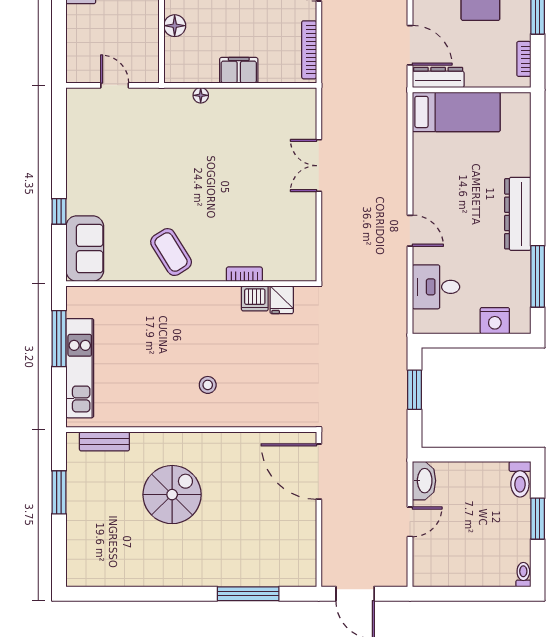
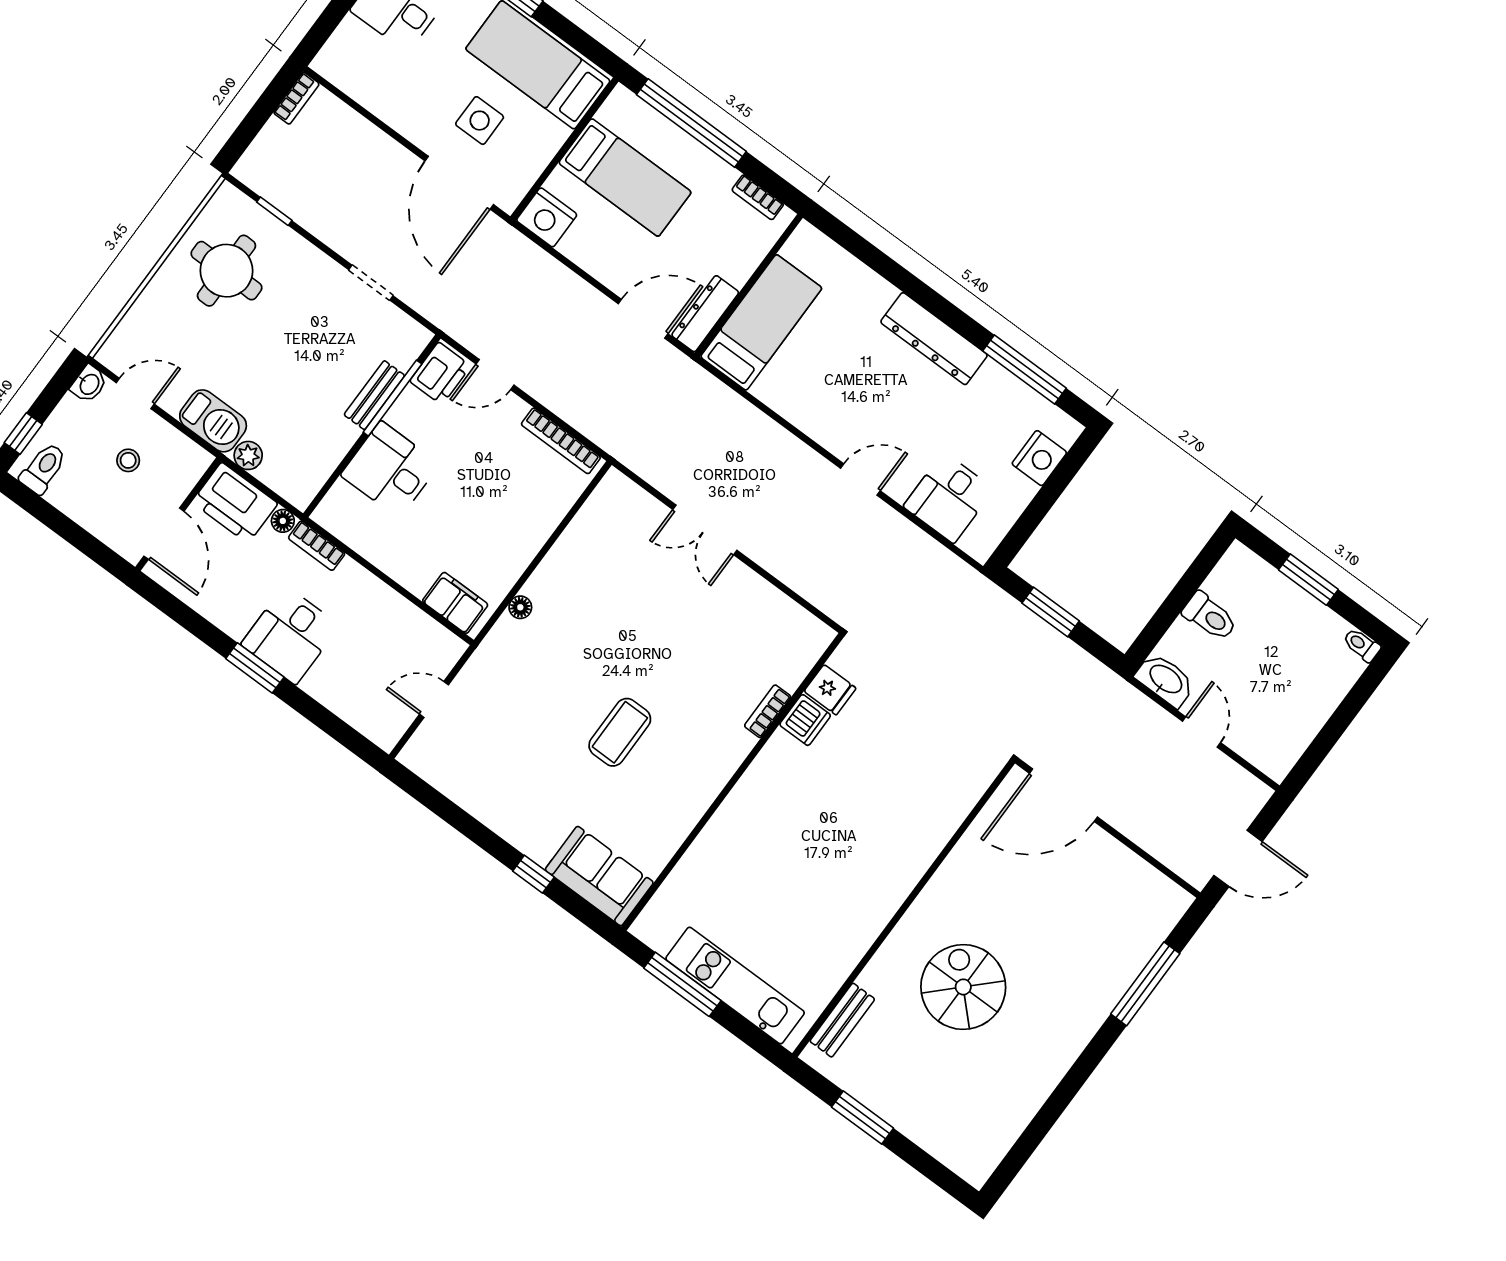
floor lamp: (175, 26) -> (416, 577), removed
filing cabinet: (239, 70) -> (455, 603), moved, turned 90
coffee table: (171, 252) -> (620, 732), moved, turned -58
stool: (208, 385) -> (866, 850), removed
toilet: (520, 479) -> (1210, 616), moved

